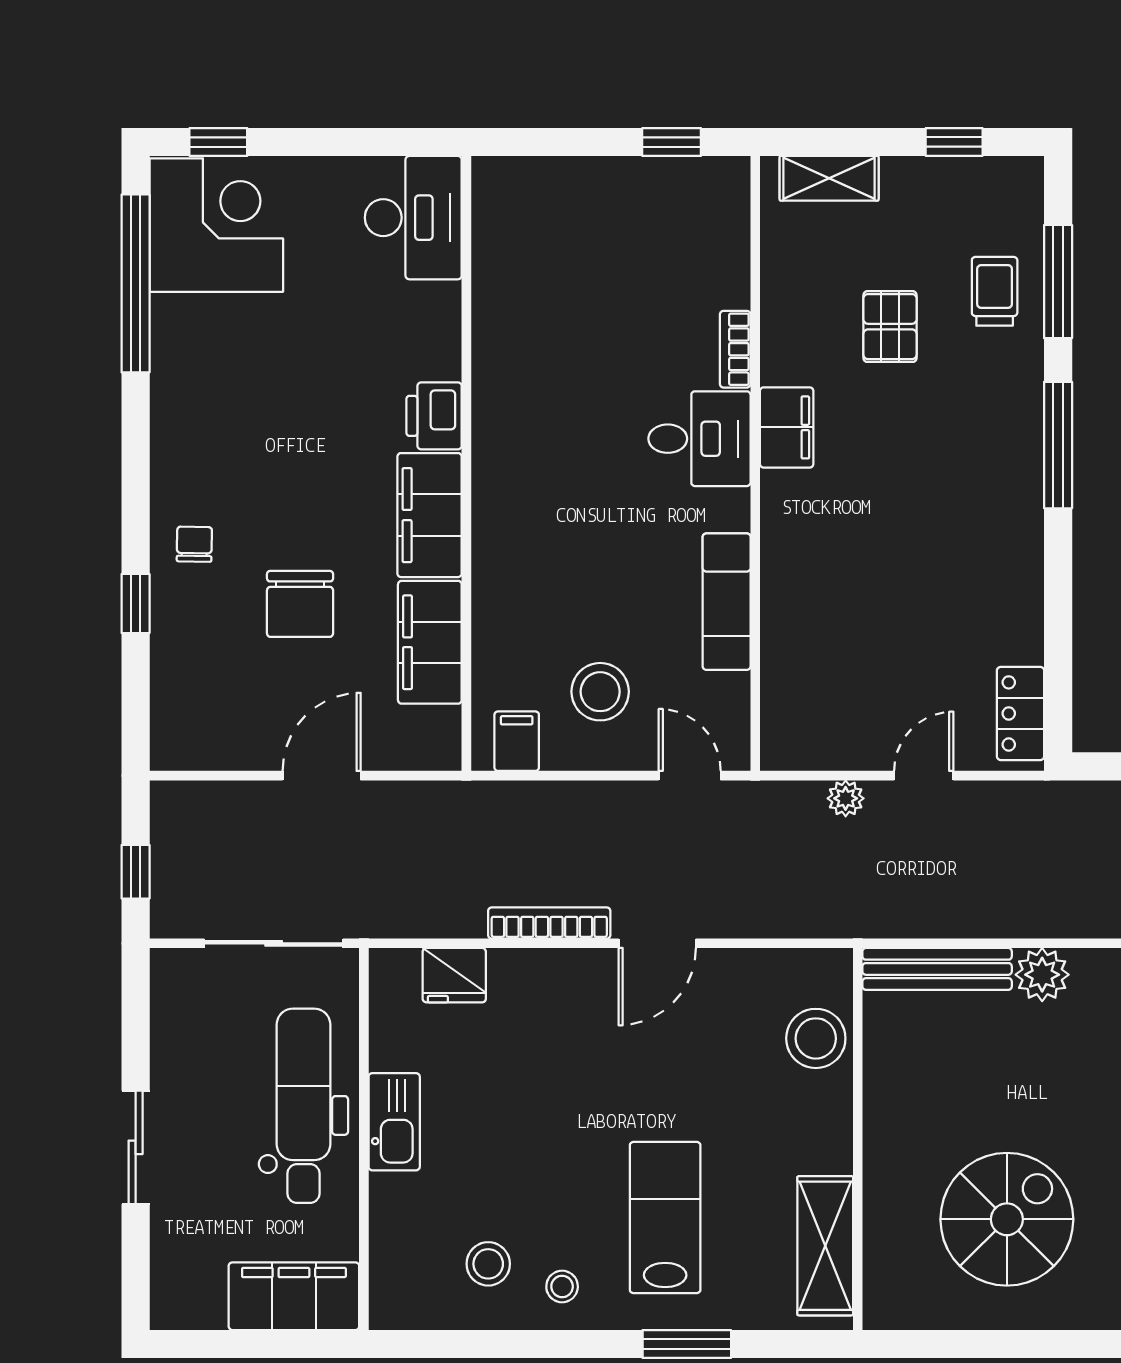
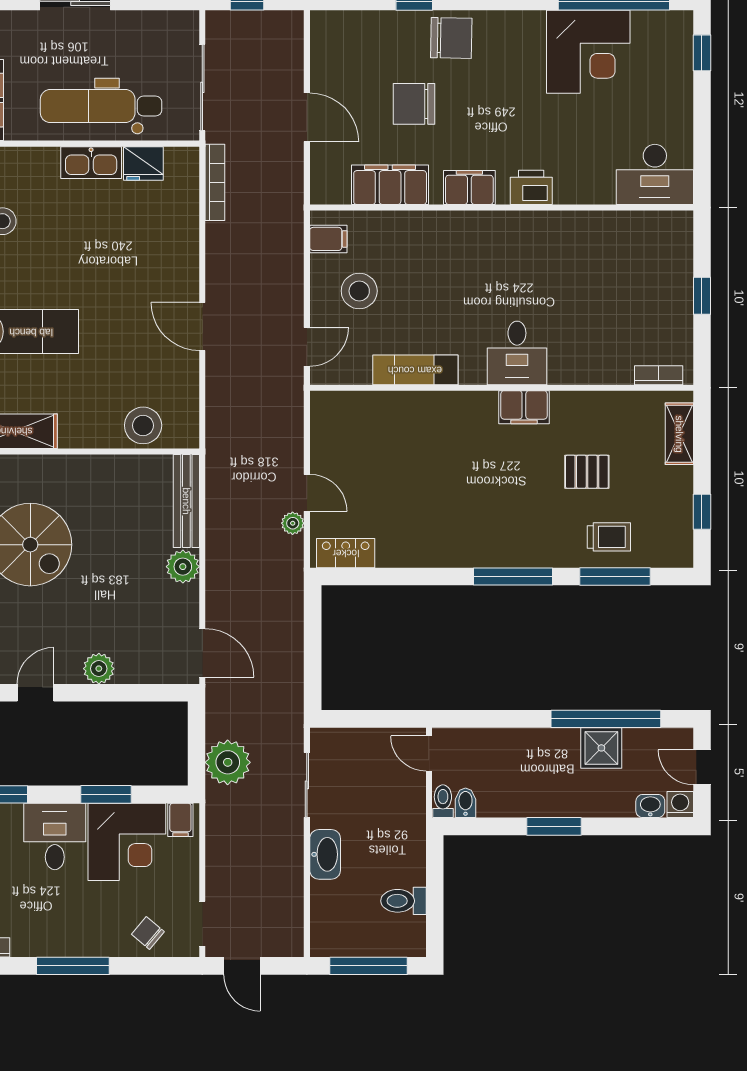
window: (672, 142) -> (702, 296), moved
corner desk: (216, 225) -> (588, 52), moved
bookcase: (735, 349) -> (659, 375), moved
filing cabinet: (430, 515) -> (469, 187), width x0.67, depth x0.86
chair: (194, 544) -> (451, 38), width x1.87, depth x1.87
plant: (846, 798) -> (293, 523), moved
bookcase: (549, 923) -> (215, 182), moved
fridge: (454, 975) -> (143, 164), moved, turned -90
dental chair: (303, 1106) -> (101, 106), turned 180

